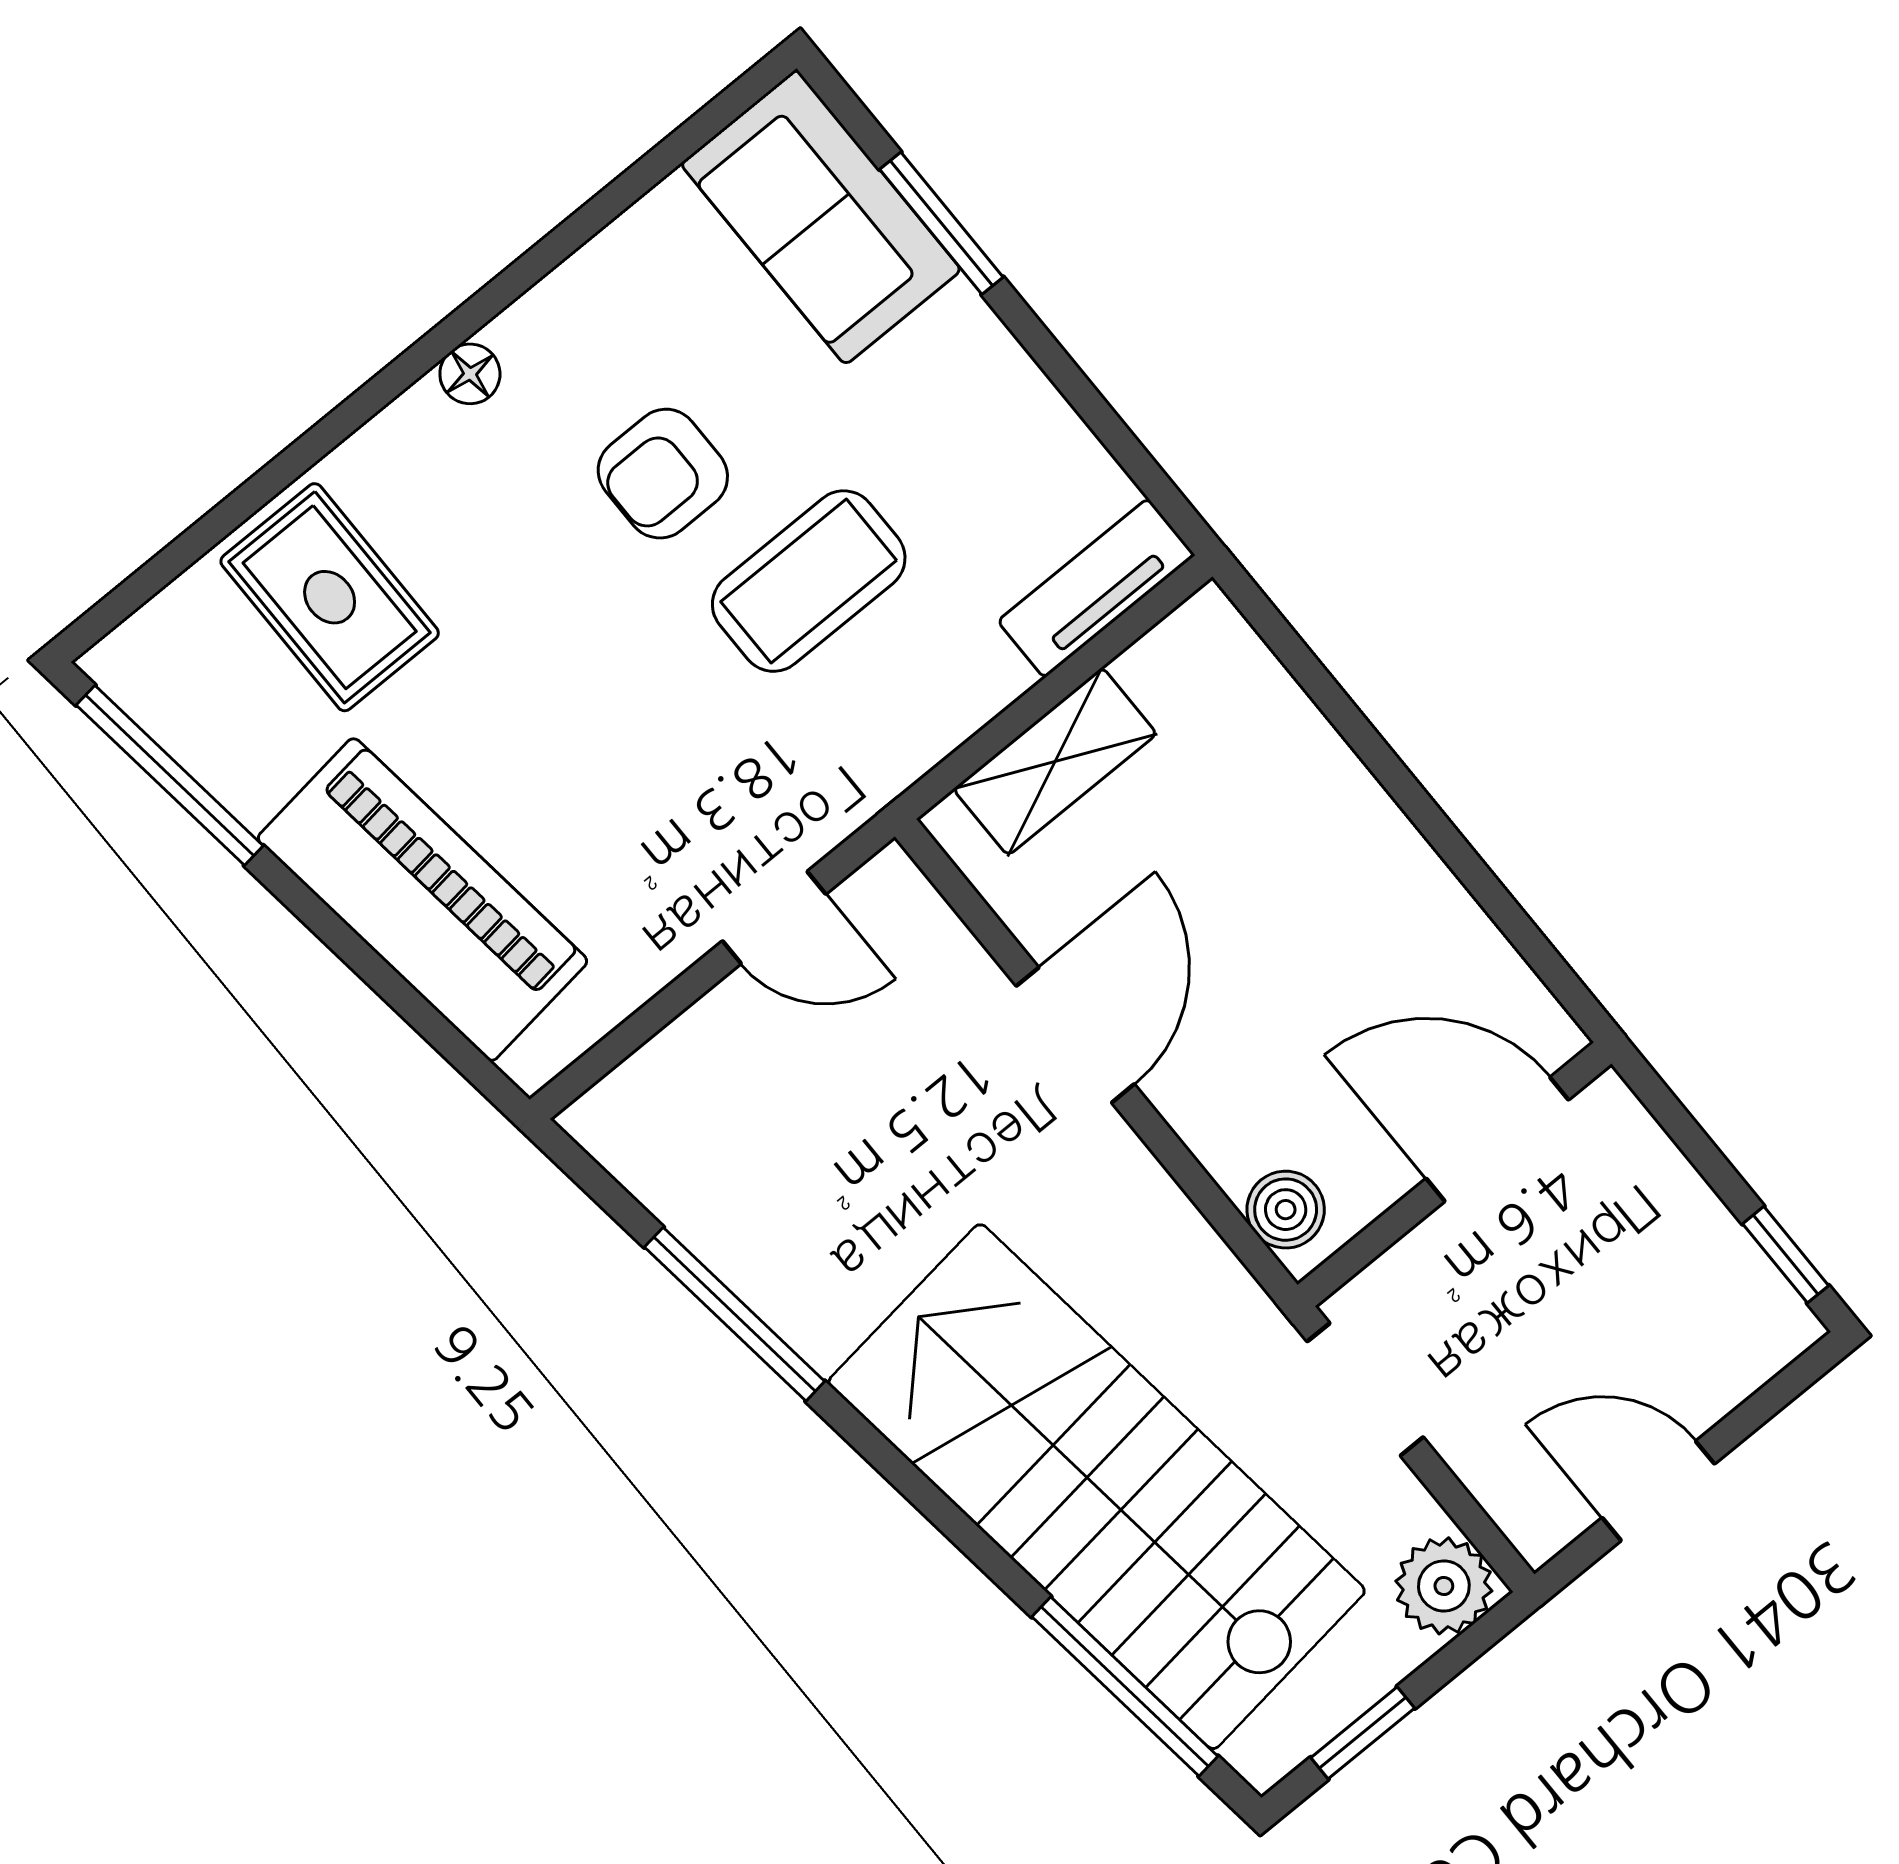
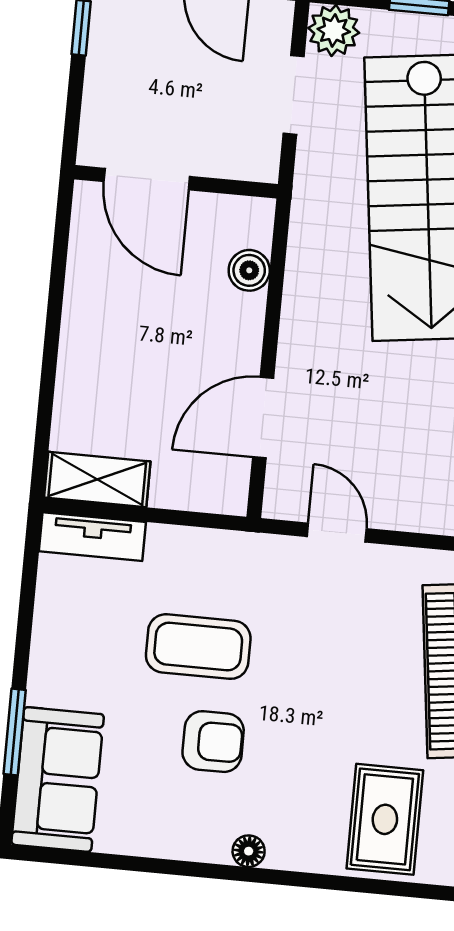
shelving: (1055, 761) -> (97, 479), moved
door: (1075, 1035) -> (263, 418), moved
boiler: (1286, 1210) -> (249, 270), moved
doorway: (1365, 1389) -> (294, 95), moved

